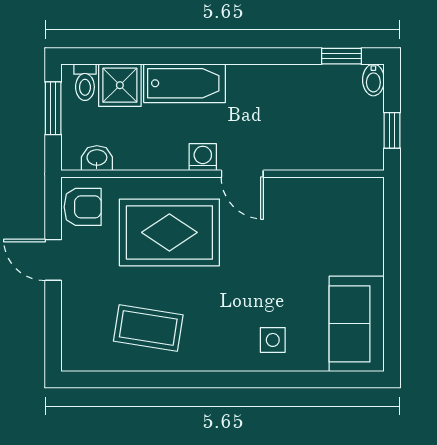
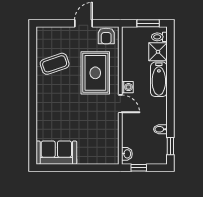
bidet: (373, 80) -> (160, 129), moved
washbasin: (97, 158) -> (127, 154), moved
door: (242, 174) -> (120, 104), swing flipped
coffee table: (148, 328) -> (55, 64), turned 62
side table: (273, 340) -> (49, 117), removed

